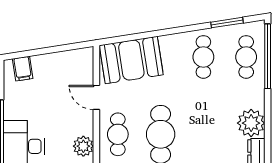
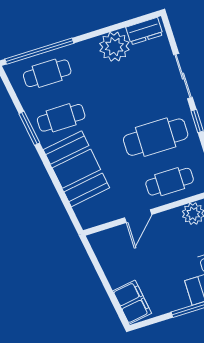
window: (227, 23) -> (29, 128), moved
booth: (131, 60) -> (76, 169), moved
filing cabinet: (23, 69) -> (132, 302), width x2.00

